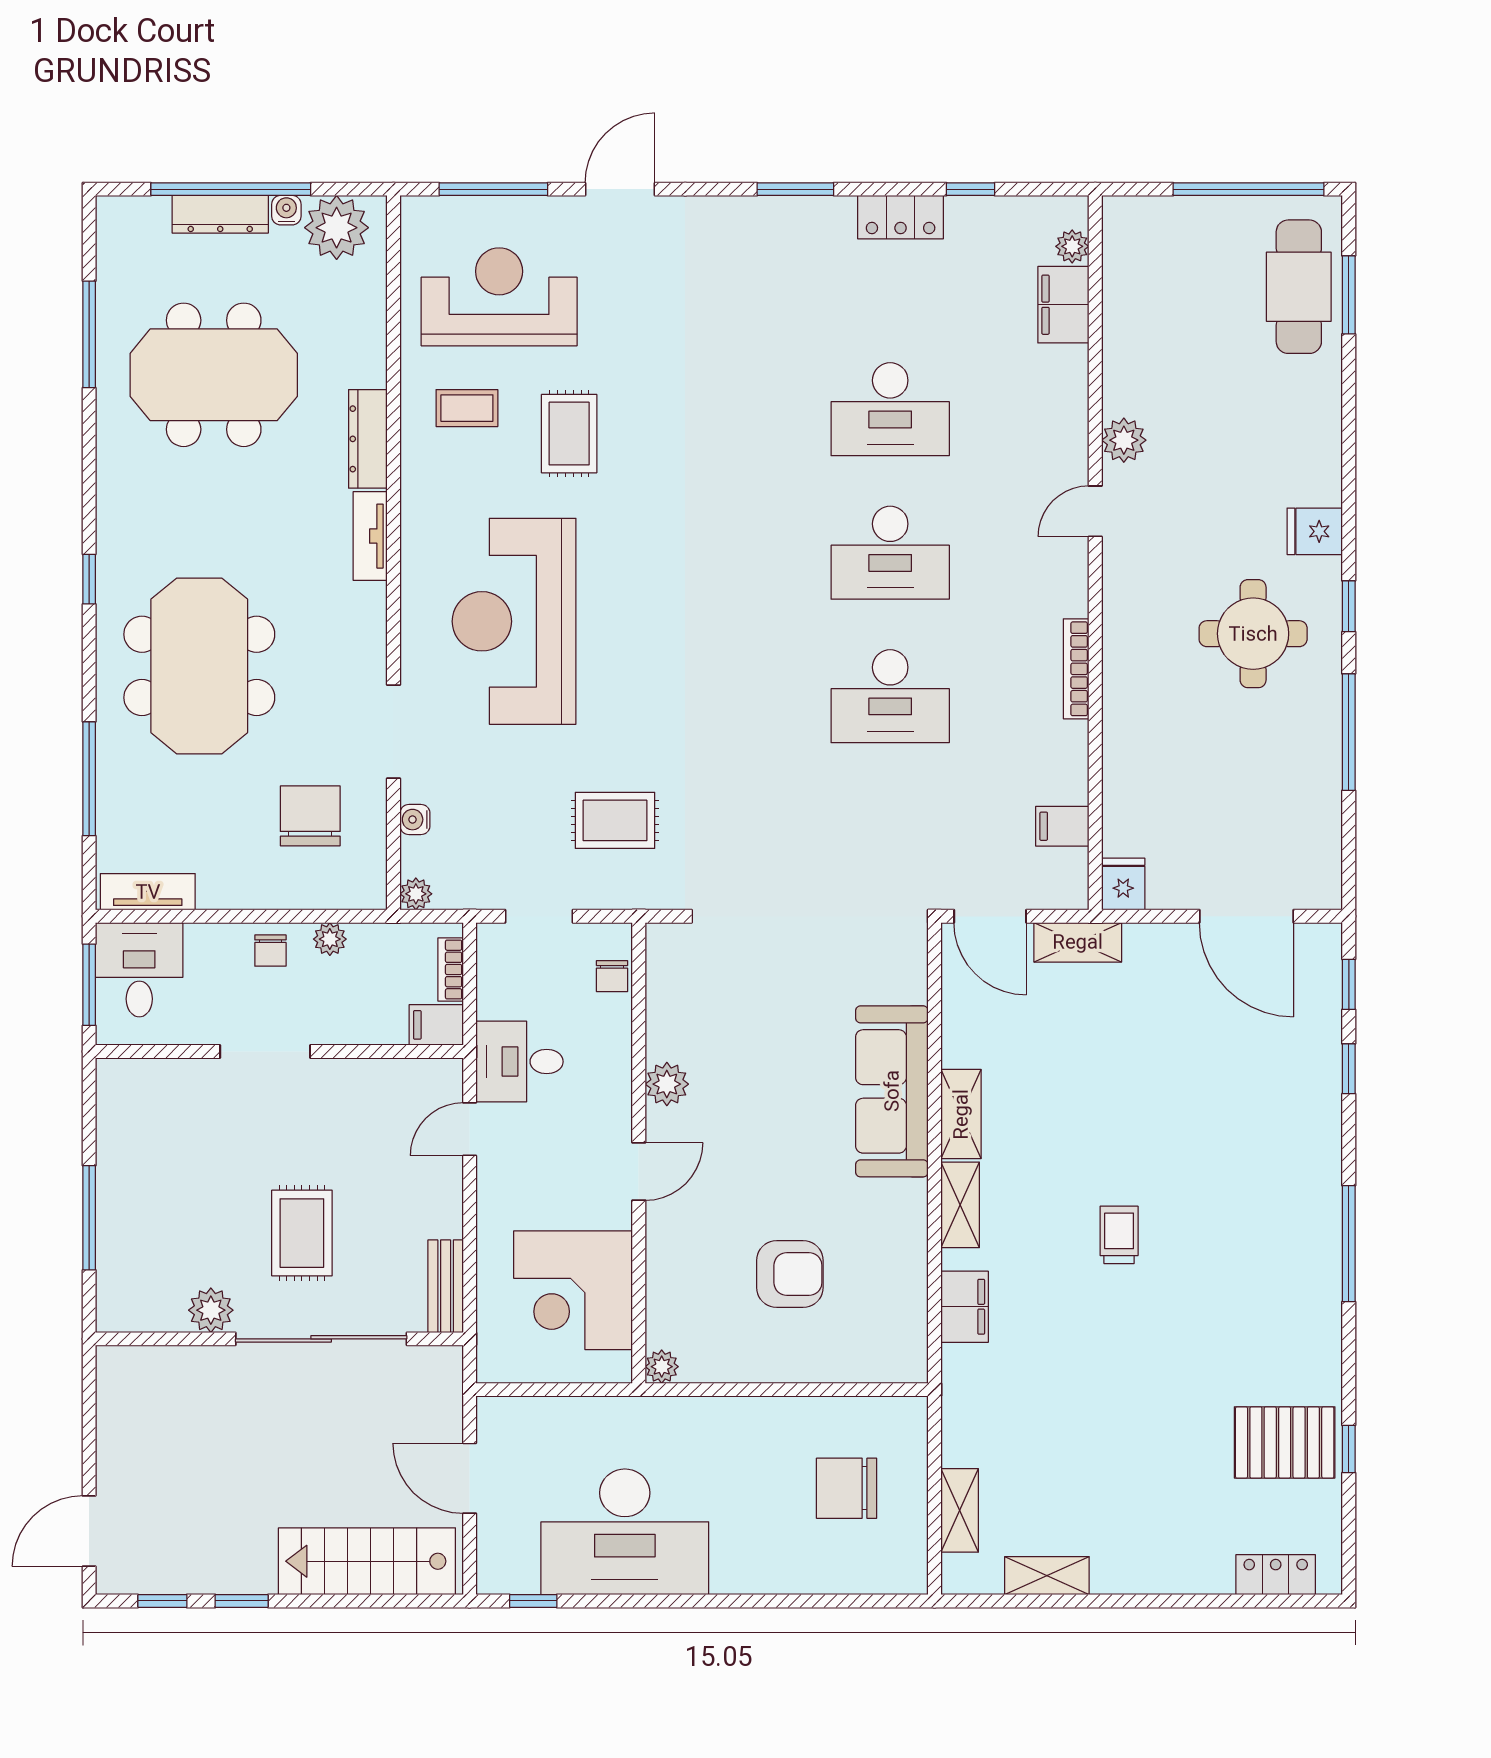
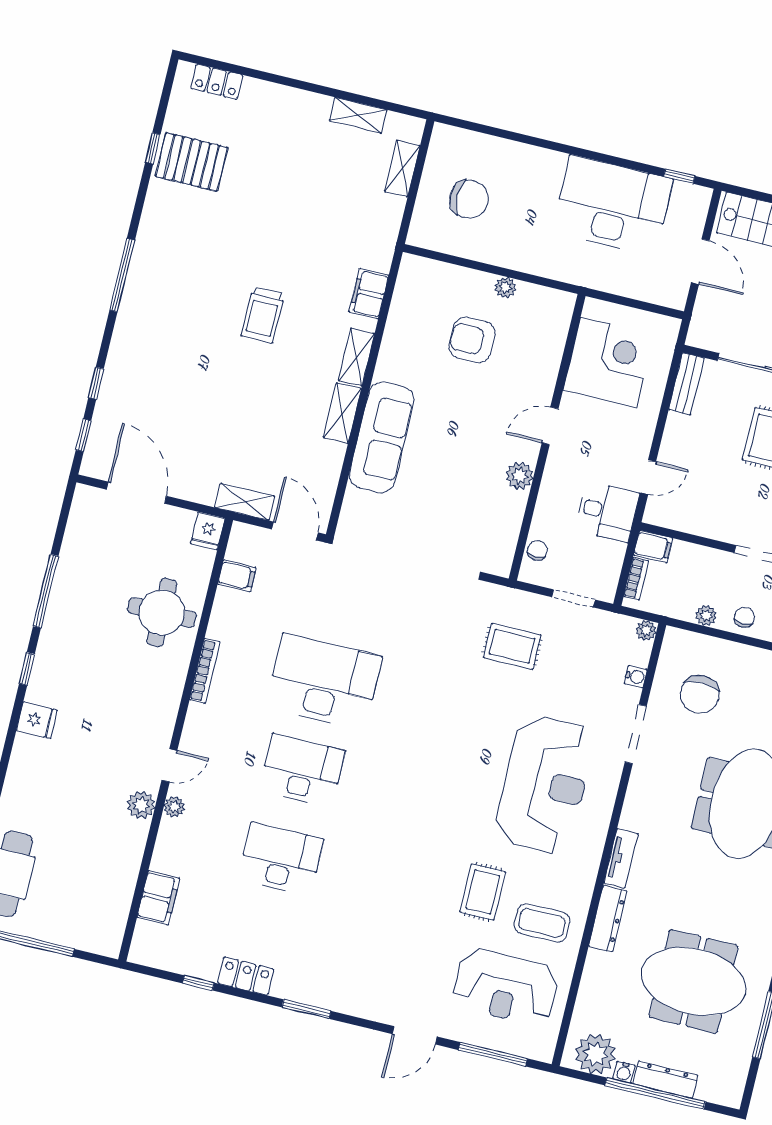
plant: (1072, 246) -> (174, 807), moved
coffee table: (467, 408) -> (542, 923), width x1.36, depth x1.30
round table: (1253, 634) -> (162, 612), moved
desk: (890, 696) -> (324, 682), width x1.36, depth x1.30
trolley: (1119, 1235) -> (263, 315), width x1.36, depth x1.39
plant: (662, 1367) -> (505, 287), moved

